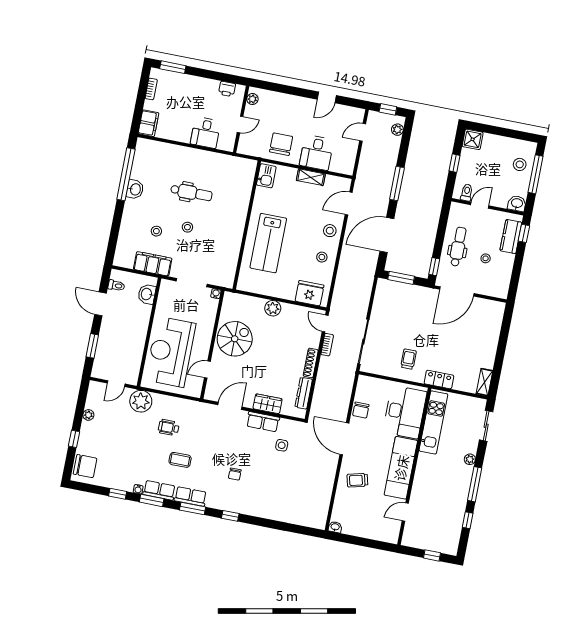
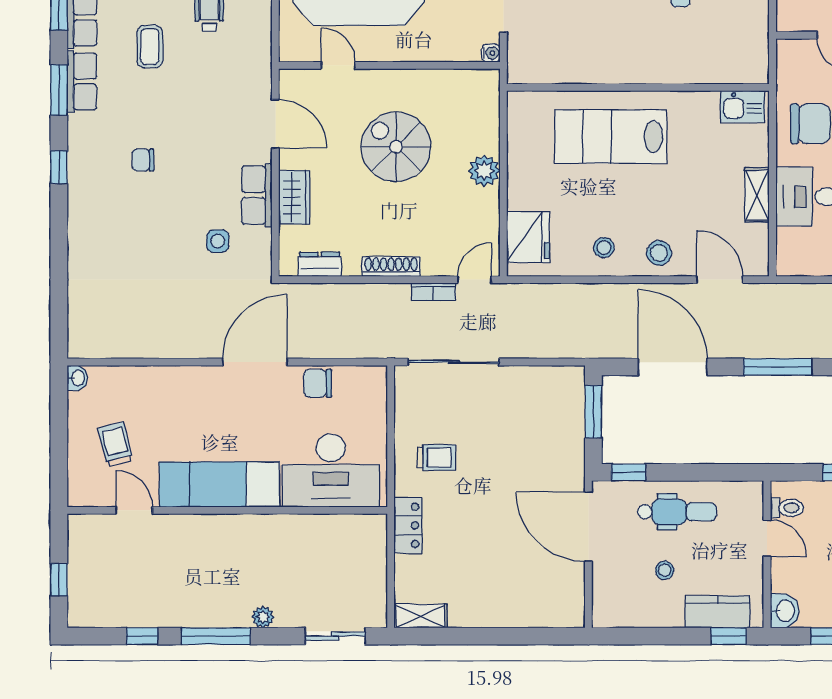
spiral stairs: (235, 339) -> (396, 147), moved, turned 180
dresser: (304, 393) -> (320, 264), width x0.70
kitchen unit: (433, 422) -> (321, 531), removed
trolley: (357, 480) -> (116, 444), moved

